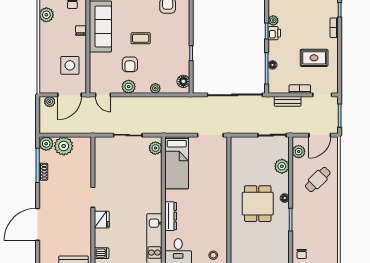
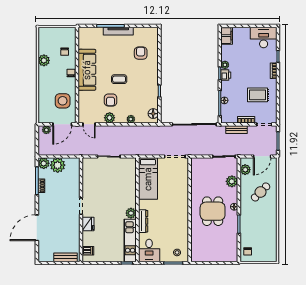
plant: (155, 148) -> (131, 213), moved

